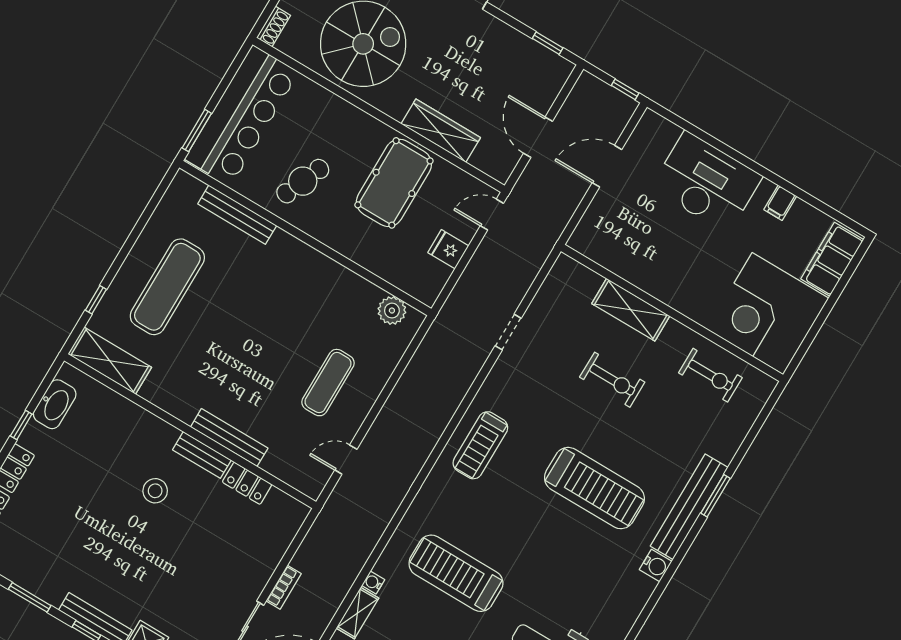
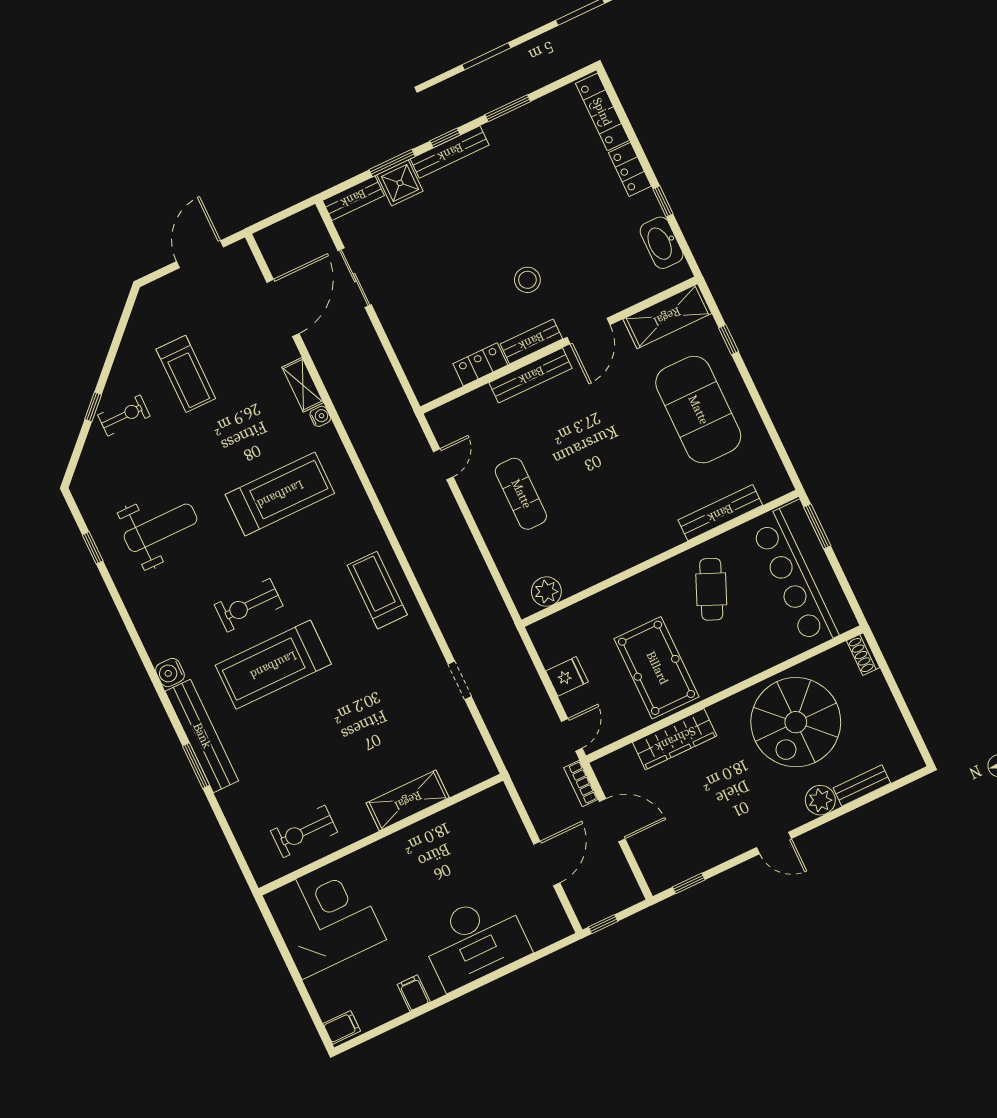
filing cabinet: (832, 259) -> (342, 1027), width x0.33, depth x0.86
exercise mat: (167, 287) -> (698, 410), width x1.47
exercise bike: (612, 380) -> (249, 605), moved
door: (163, 415) -> (589, 331), added
bookcase: (284, 587) -> (581, 783), moved

